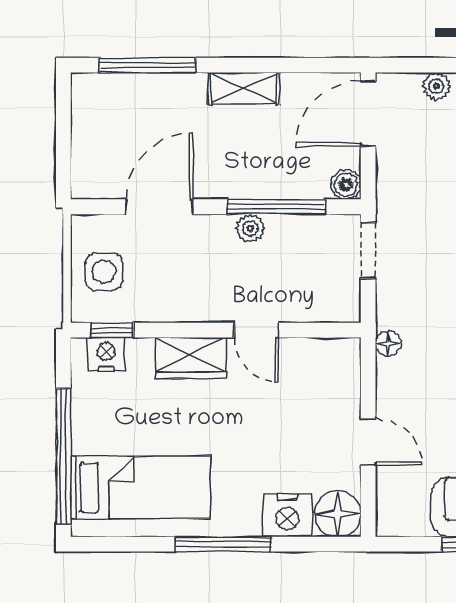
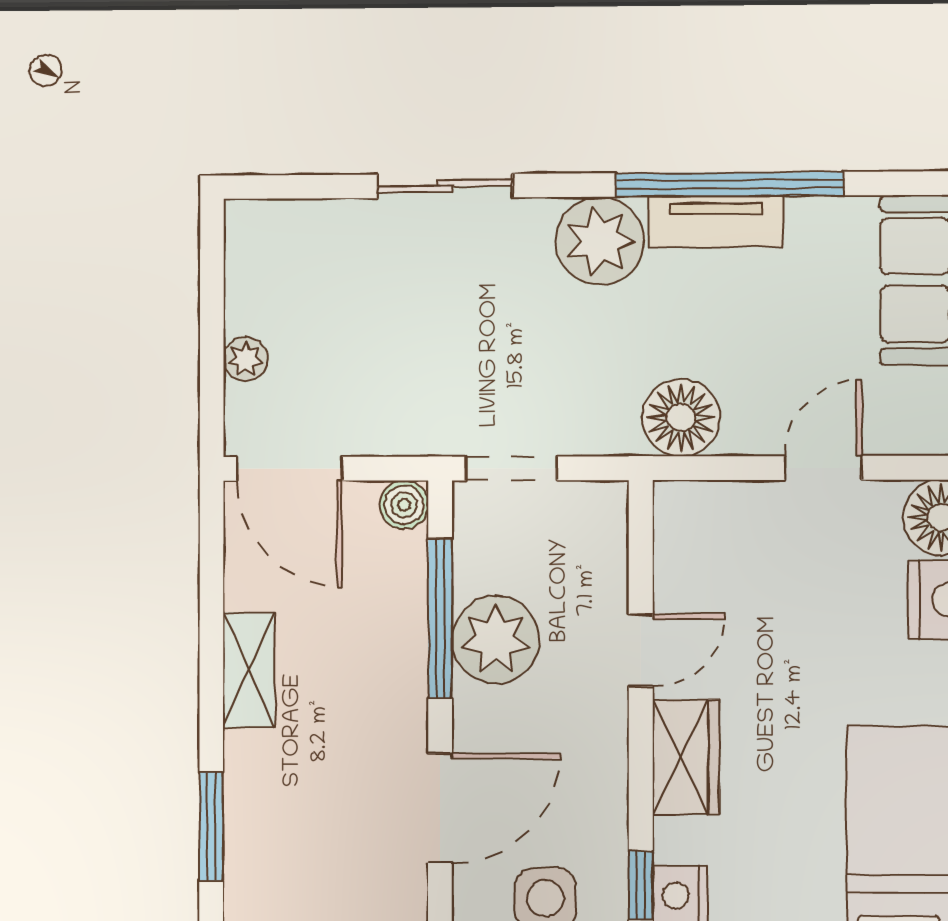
window: (147, 65) -> (211, 827), width x0.69
door: (159, 207) -> (440, 808), swing flipped
plant: (250, 228) -> (496, 640), width x1.87, depth x1.87
floor lamp: (388, 344) -> (681, 417), width x1.89, depth x1.89

